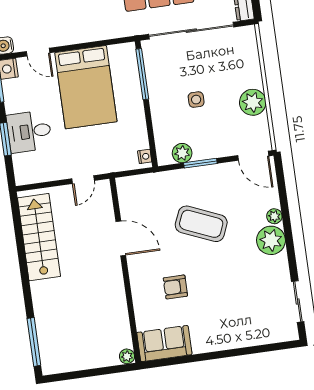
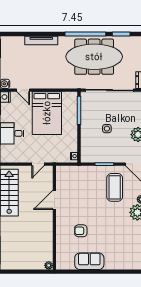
plant: (182, 153) -> (95, 157), removed
coffee table: (201, 224) -> (115, 187), moved, turned 67
door: (121, 238) -> (54, 200), swing flipped
sofa: (164, 344) -> (89, 261), moved

